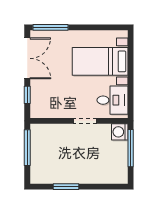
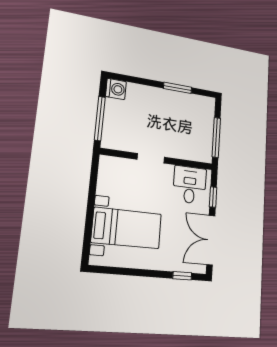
window: (51, 27) -> (182, 276), width x0.46
desk: (112, 100) -> (190, 185), moved, turned 90
washing machine: (120, 132) -> (116, 89), moved

